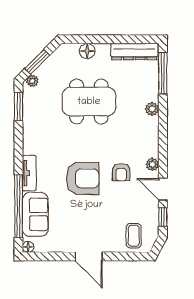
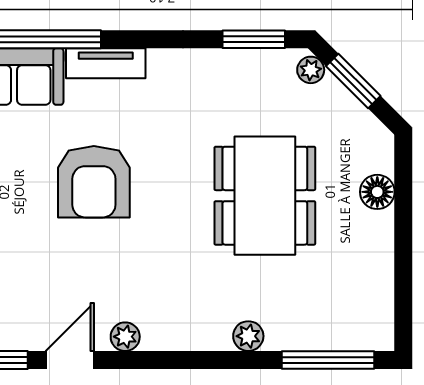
dresser: (134, 52) -> (376, 297), removed
armchair: (121, 172) -> (108, 267), removed

